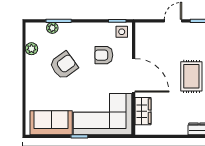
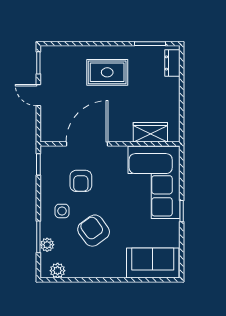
side table: (122, 32) -> (62, 211), moved
plant: (31, 49) -> (58, 271), moved
door: (134, 75) -> (87, 144), moved
sofa: (51, 123) -> (153, 263), moved, turned 90

